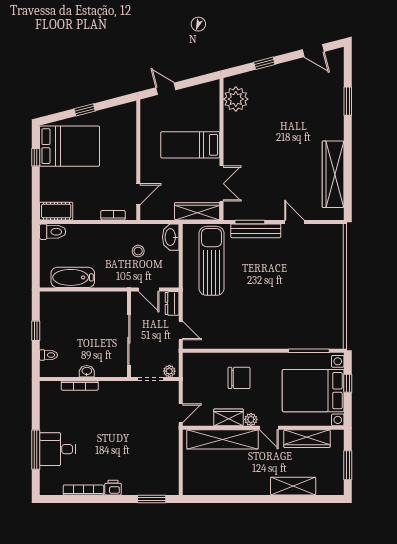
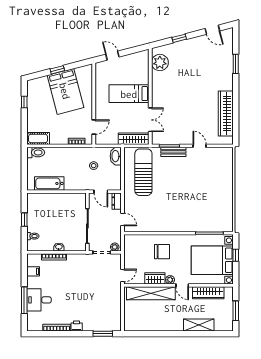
bed: (70, 146) -> (65, 91), moved, turned 75
bench: (256, 231) -> (173, 152), width x0.73
filing cabinet: (49, 407) -> (33, 271), added

